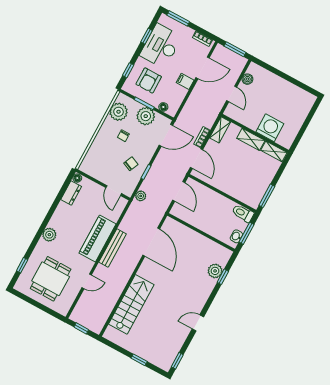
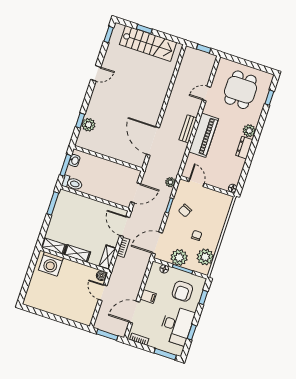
boiler: (247, 79) -> (101, 276), moved
armchair: (149, 80) -> (182, 291), turned 180
washing machine: (270, 128) -> (51, 264), moved
door: (179, 191) -> (136, 193), swing flipped
dresser: (71, 193) -> (244, 148), moved
bench: (113, 248) -> (188, 129), width x0.73
stairs: (131, 304) -> (148, 43), moved, turned -90

